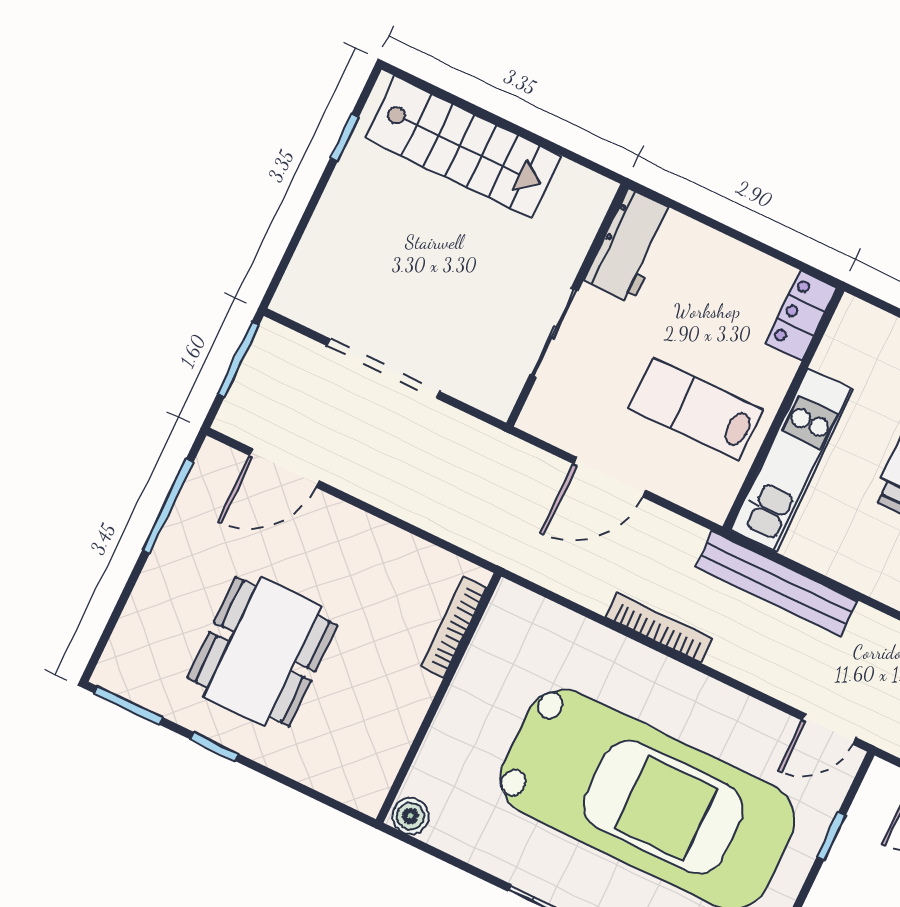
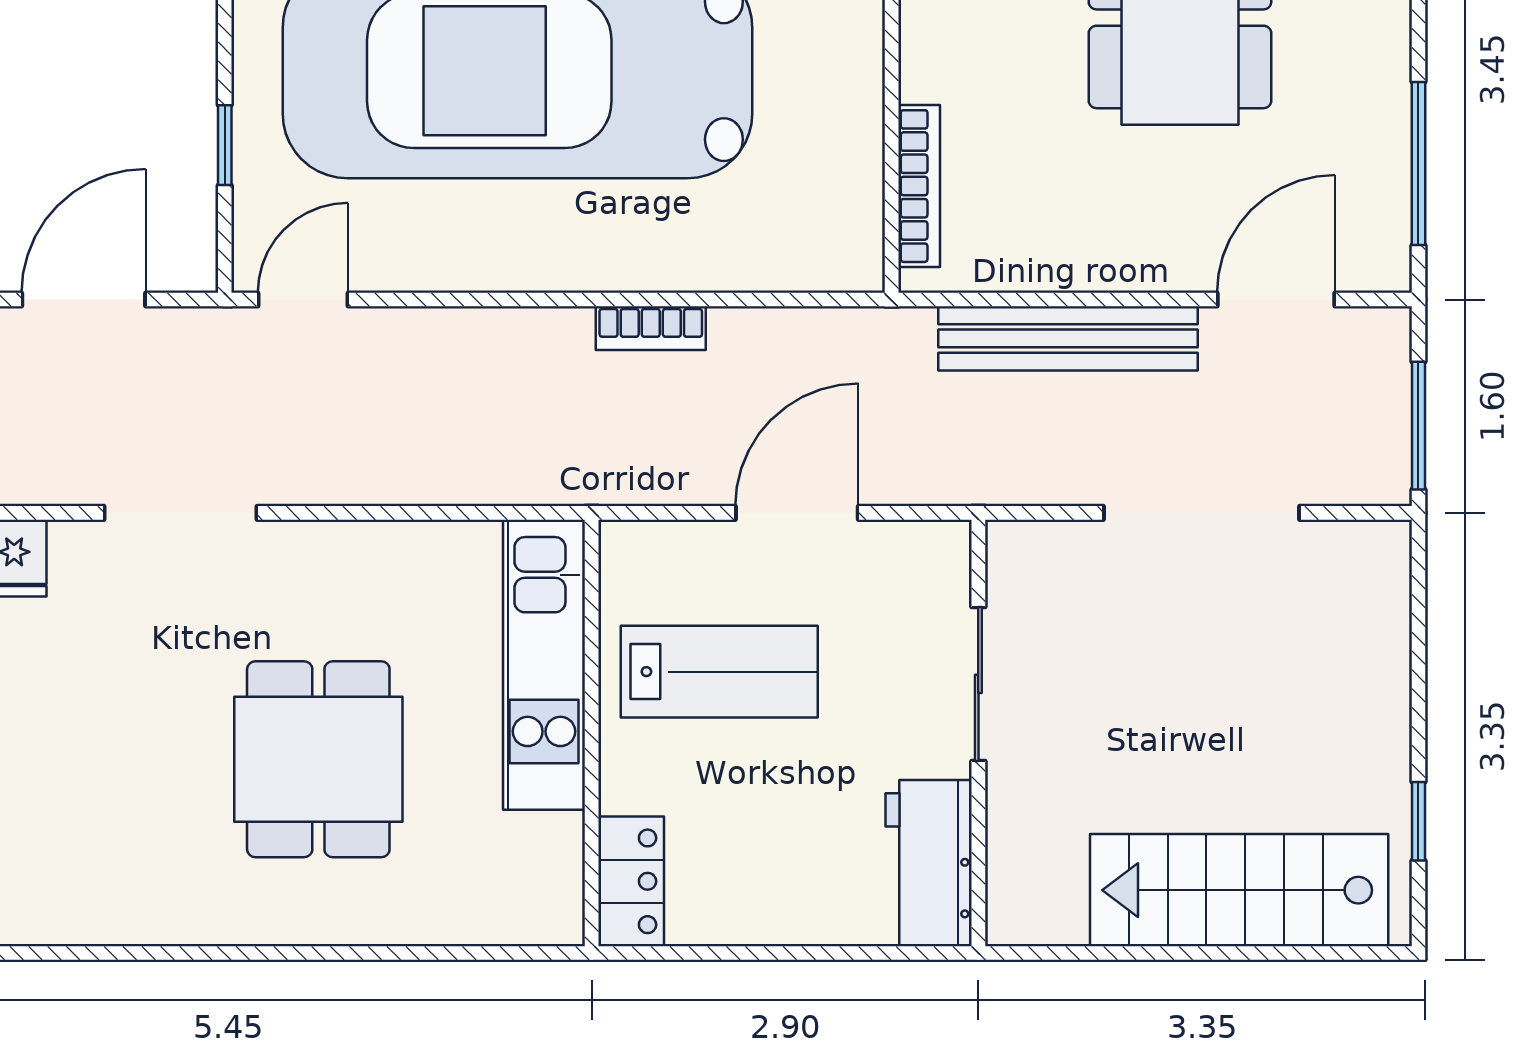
bench: (776, 584) -> (1068, 338), moved
bookcase: (659, 628) -> (651, 328), width x0.64

